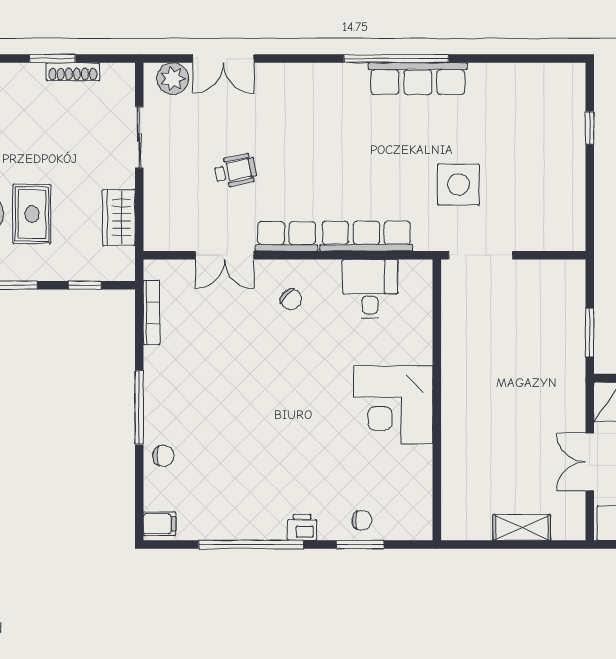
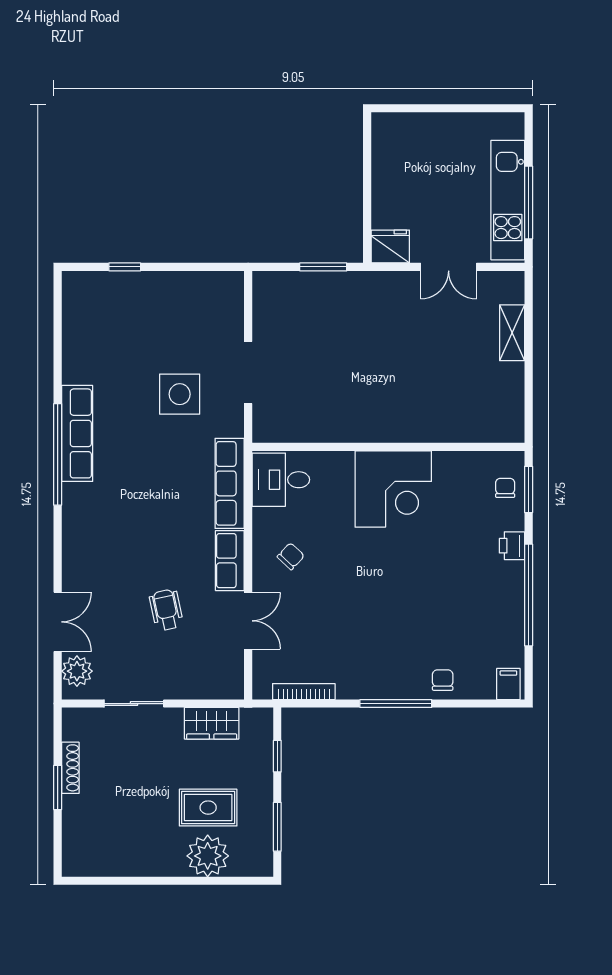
wall: (437, 400) -> (388, 447), moved
corner desk: (393, 405) -> (393, 489), moved

